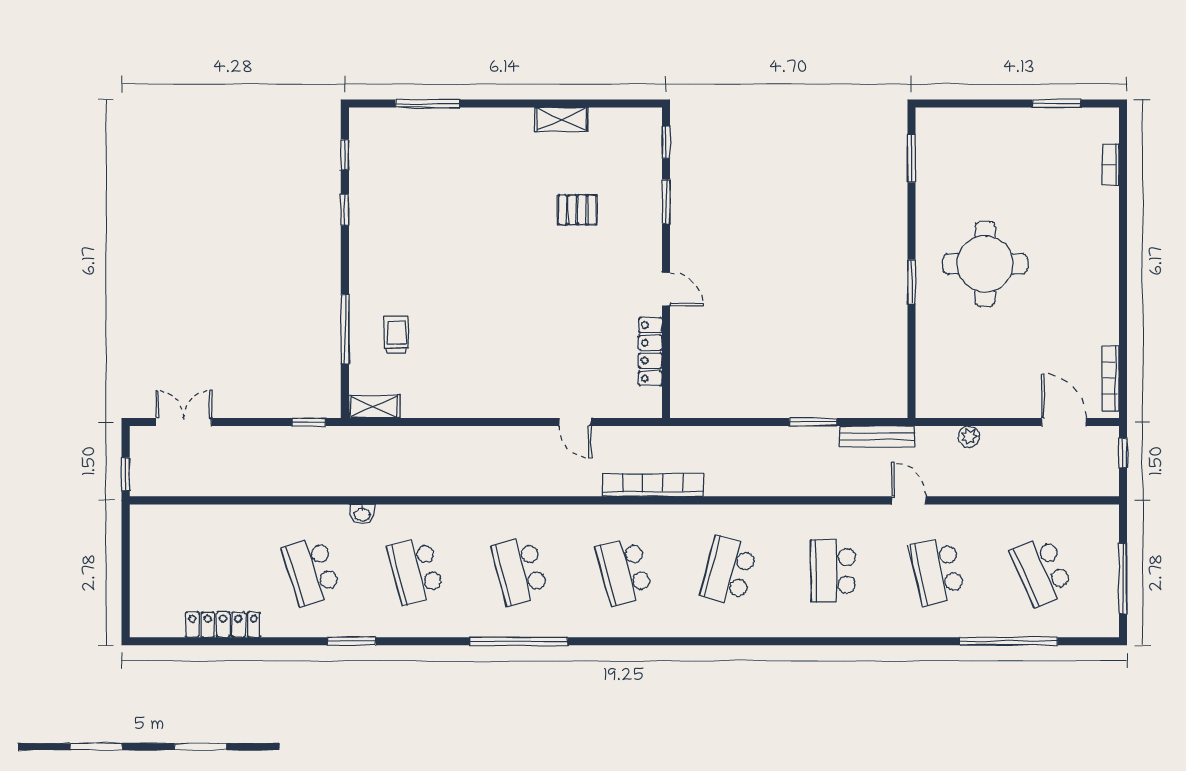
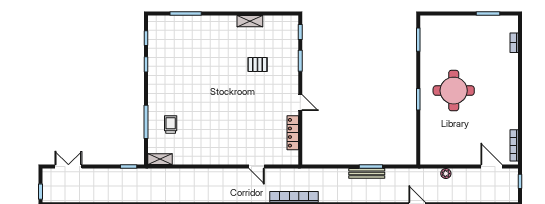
bench: (877, 436) -> (367, 173), moved

